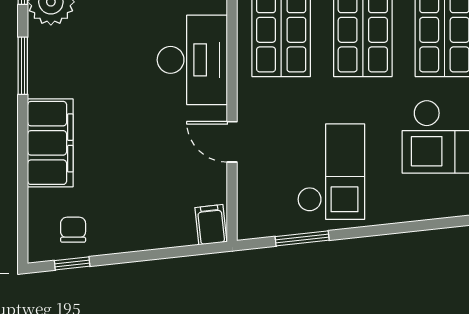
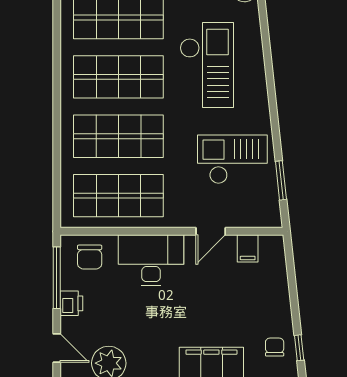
filing cabinet: (211, 225) -> (248, 248), moved, turned -84
chair: (73, 230) -> (275, 347), turned 90

